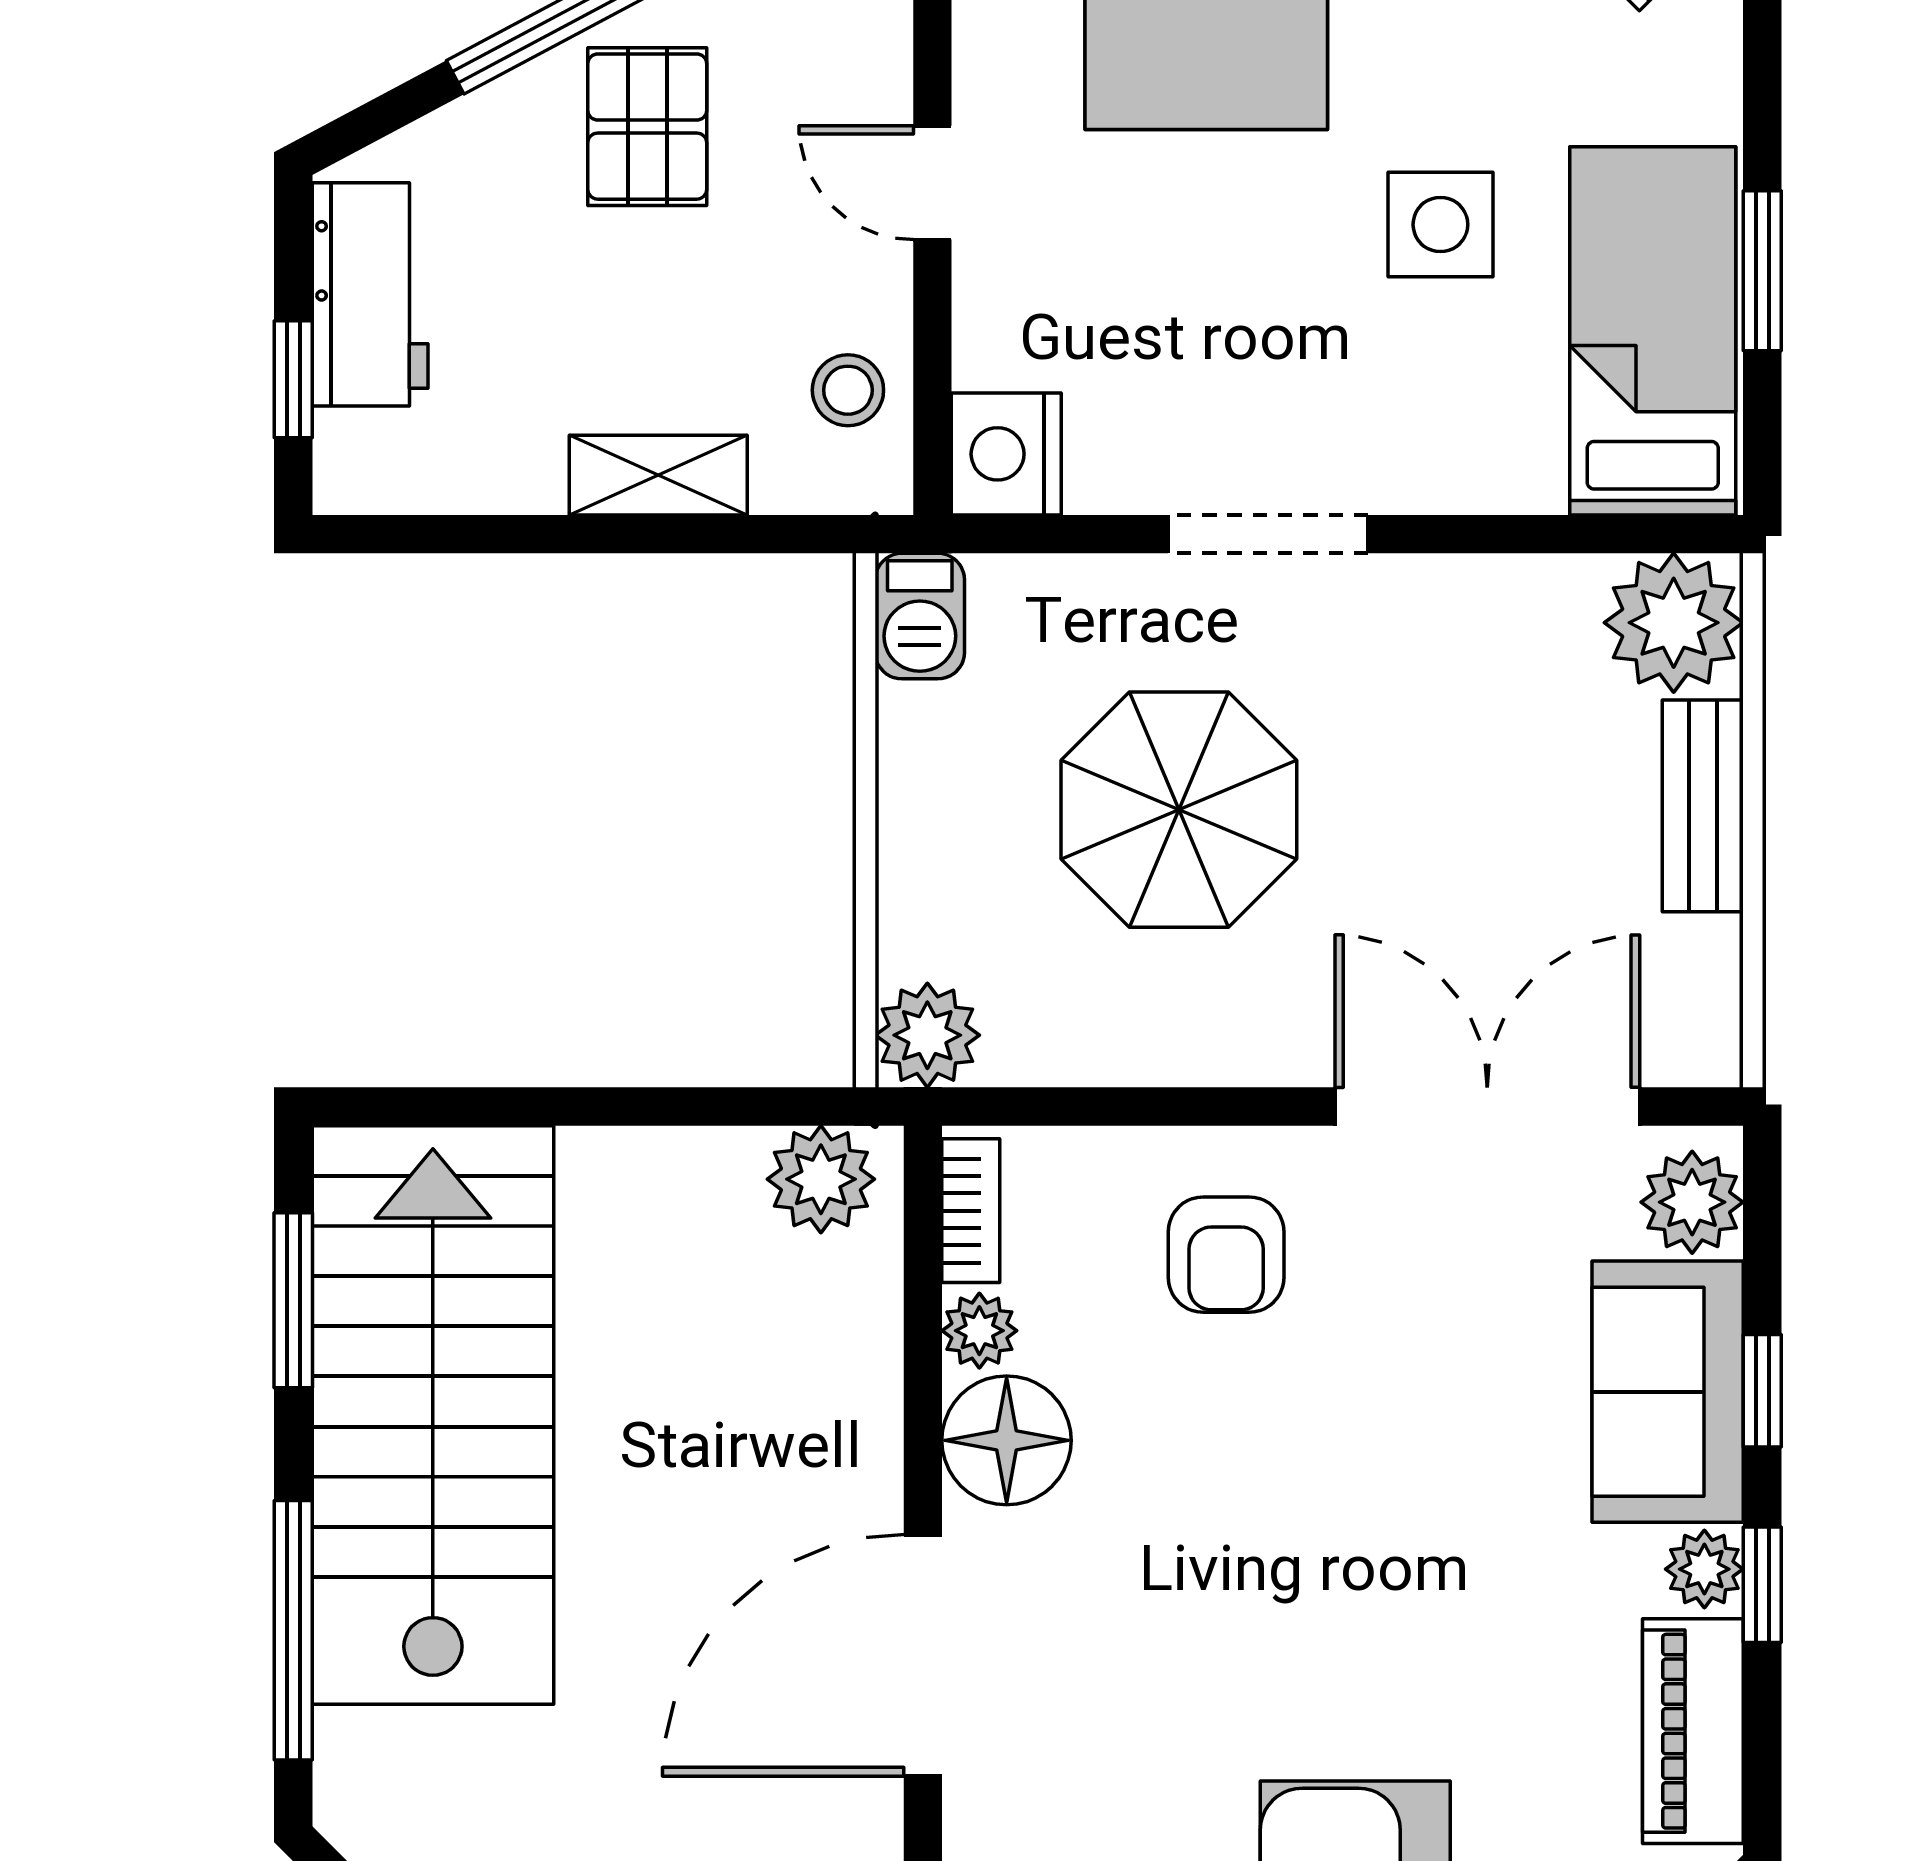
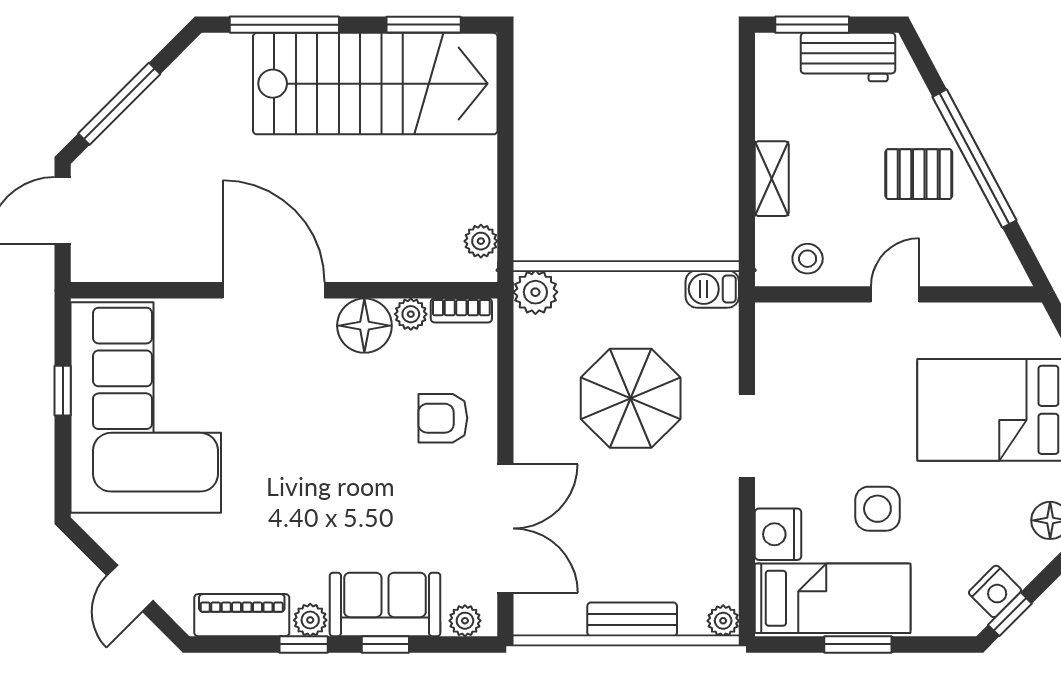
window: (293, 379) -> (812, 25), width x1.50
nightstand: (1006, 454) -> (778, 534), moved, turned -90
plant: (1674, 623) -> (723, 621), width x0.53, depth x0.53
plant: (821, 1179) -> (481, 241), width x0.73, depth x0.73
plant: (1692, 1202) -> (465, 621), width x0.73, depth x0.73

